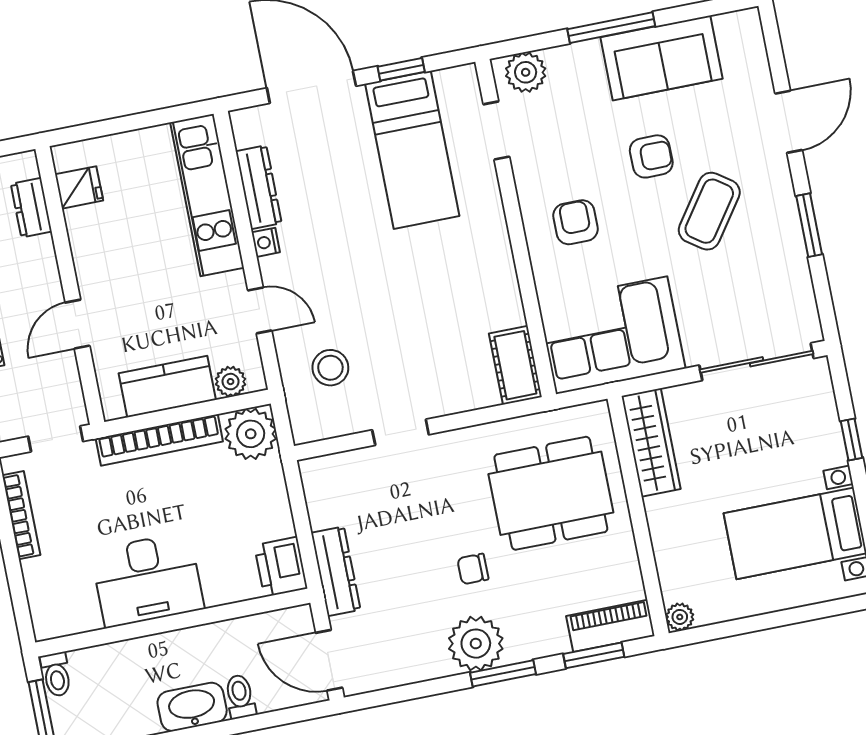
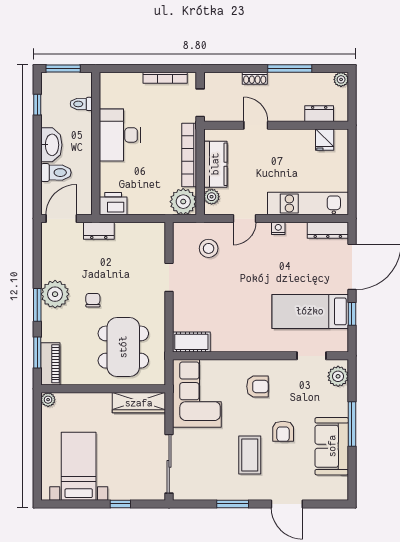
dresser: (259, 187) -> (328, 230), moved
coffee table: (709, 211) -> (250, 455), turned 55
dresser: (336, 571) -> (99, 231), width x0.70
toilet: (56, 675) -> (81, 104), moved
toilet: (240, 697) -> (56, 173), width x1.37, depth x1.39

